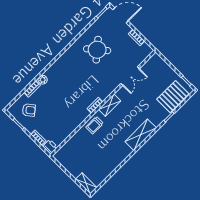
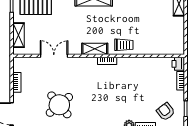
shelving: (164, 67) -> (19, 35), added

